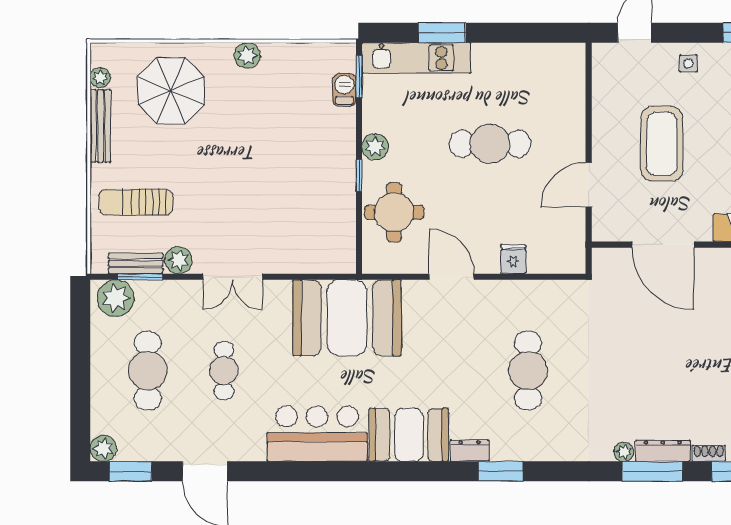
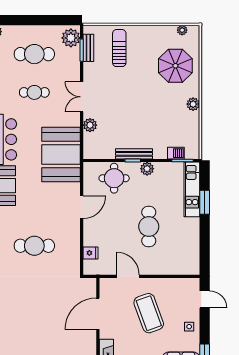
bench: (100, 126) -> (134, 154), moved
coffee table: (662, 144) -> (149, 313), turned 70
fridge: (513, 259) -> (91, 253), moved
plant: (178, 260) -> (90, 125), moved

